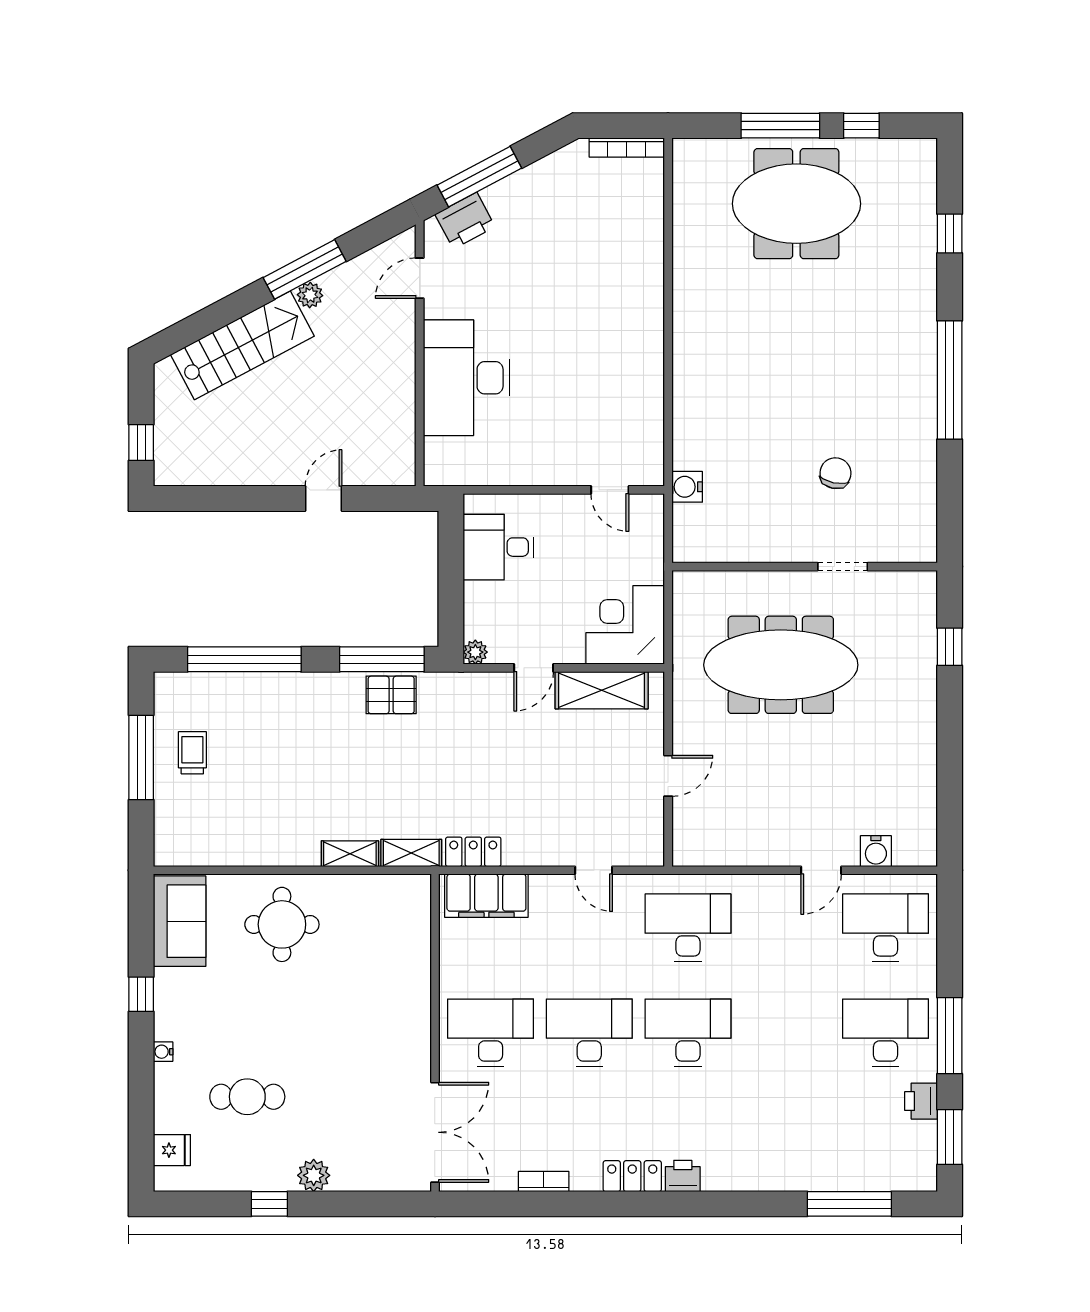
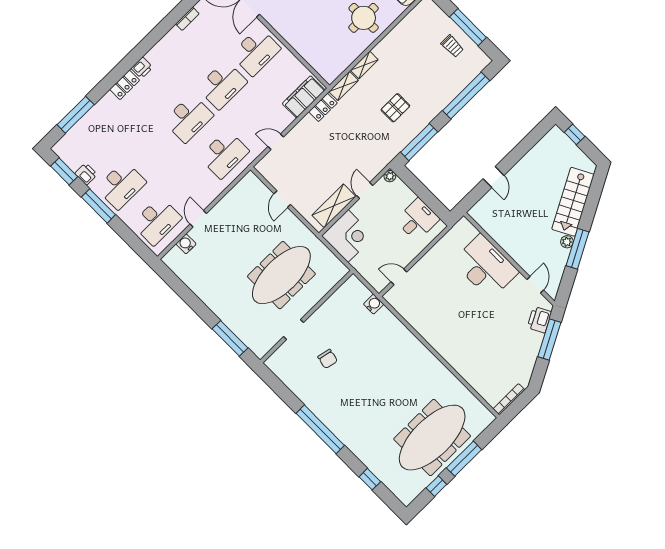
meeting table: (796, 204) -> (432, 438), width x1.36
window: (950, 647) -> (230, 338), width x2.17
pallet: (391, 695) -> (395, 108), moved
locker: (632, 1176) -> (125, 85), moved

